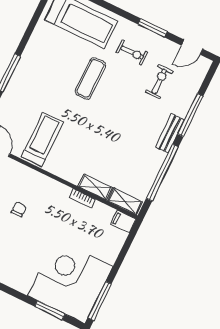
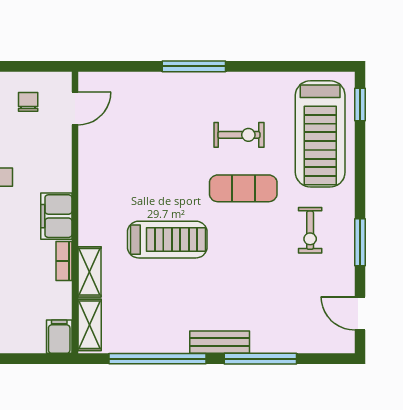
exercise bike: (159, 82) -> (239, 135), moved
treadmill: (42, 139) -> (167, 240), moved
filing cabinet: (55, 190) -> (56, 216), added

